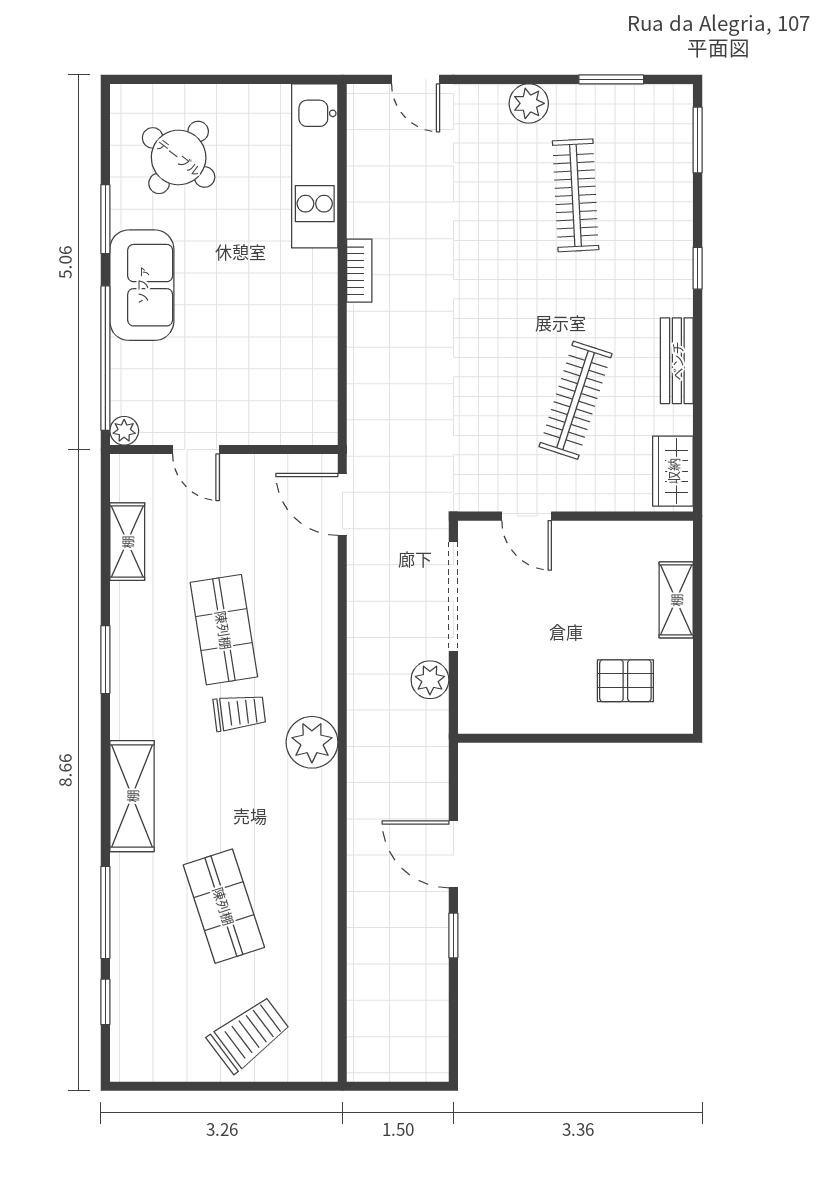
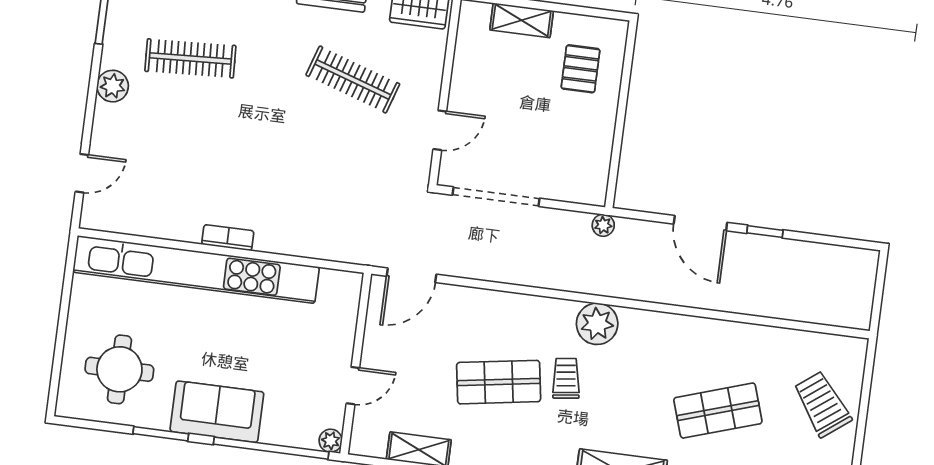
round table: (179, 157) -> (119, 369), turned -37
kitchen unit: (315, 166) -> (196, 270), width x1.86
plant: (430, 680) -> (603, 225), moved, width x0.73, depth x0.73
door: (453, 854) -> (700, 223), hinge flipped

